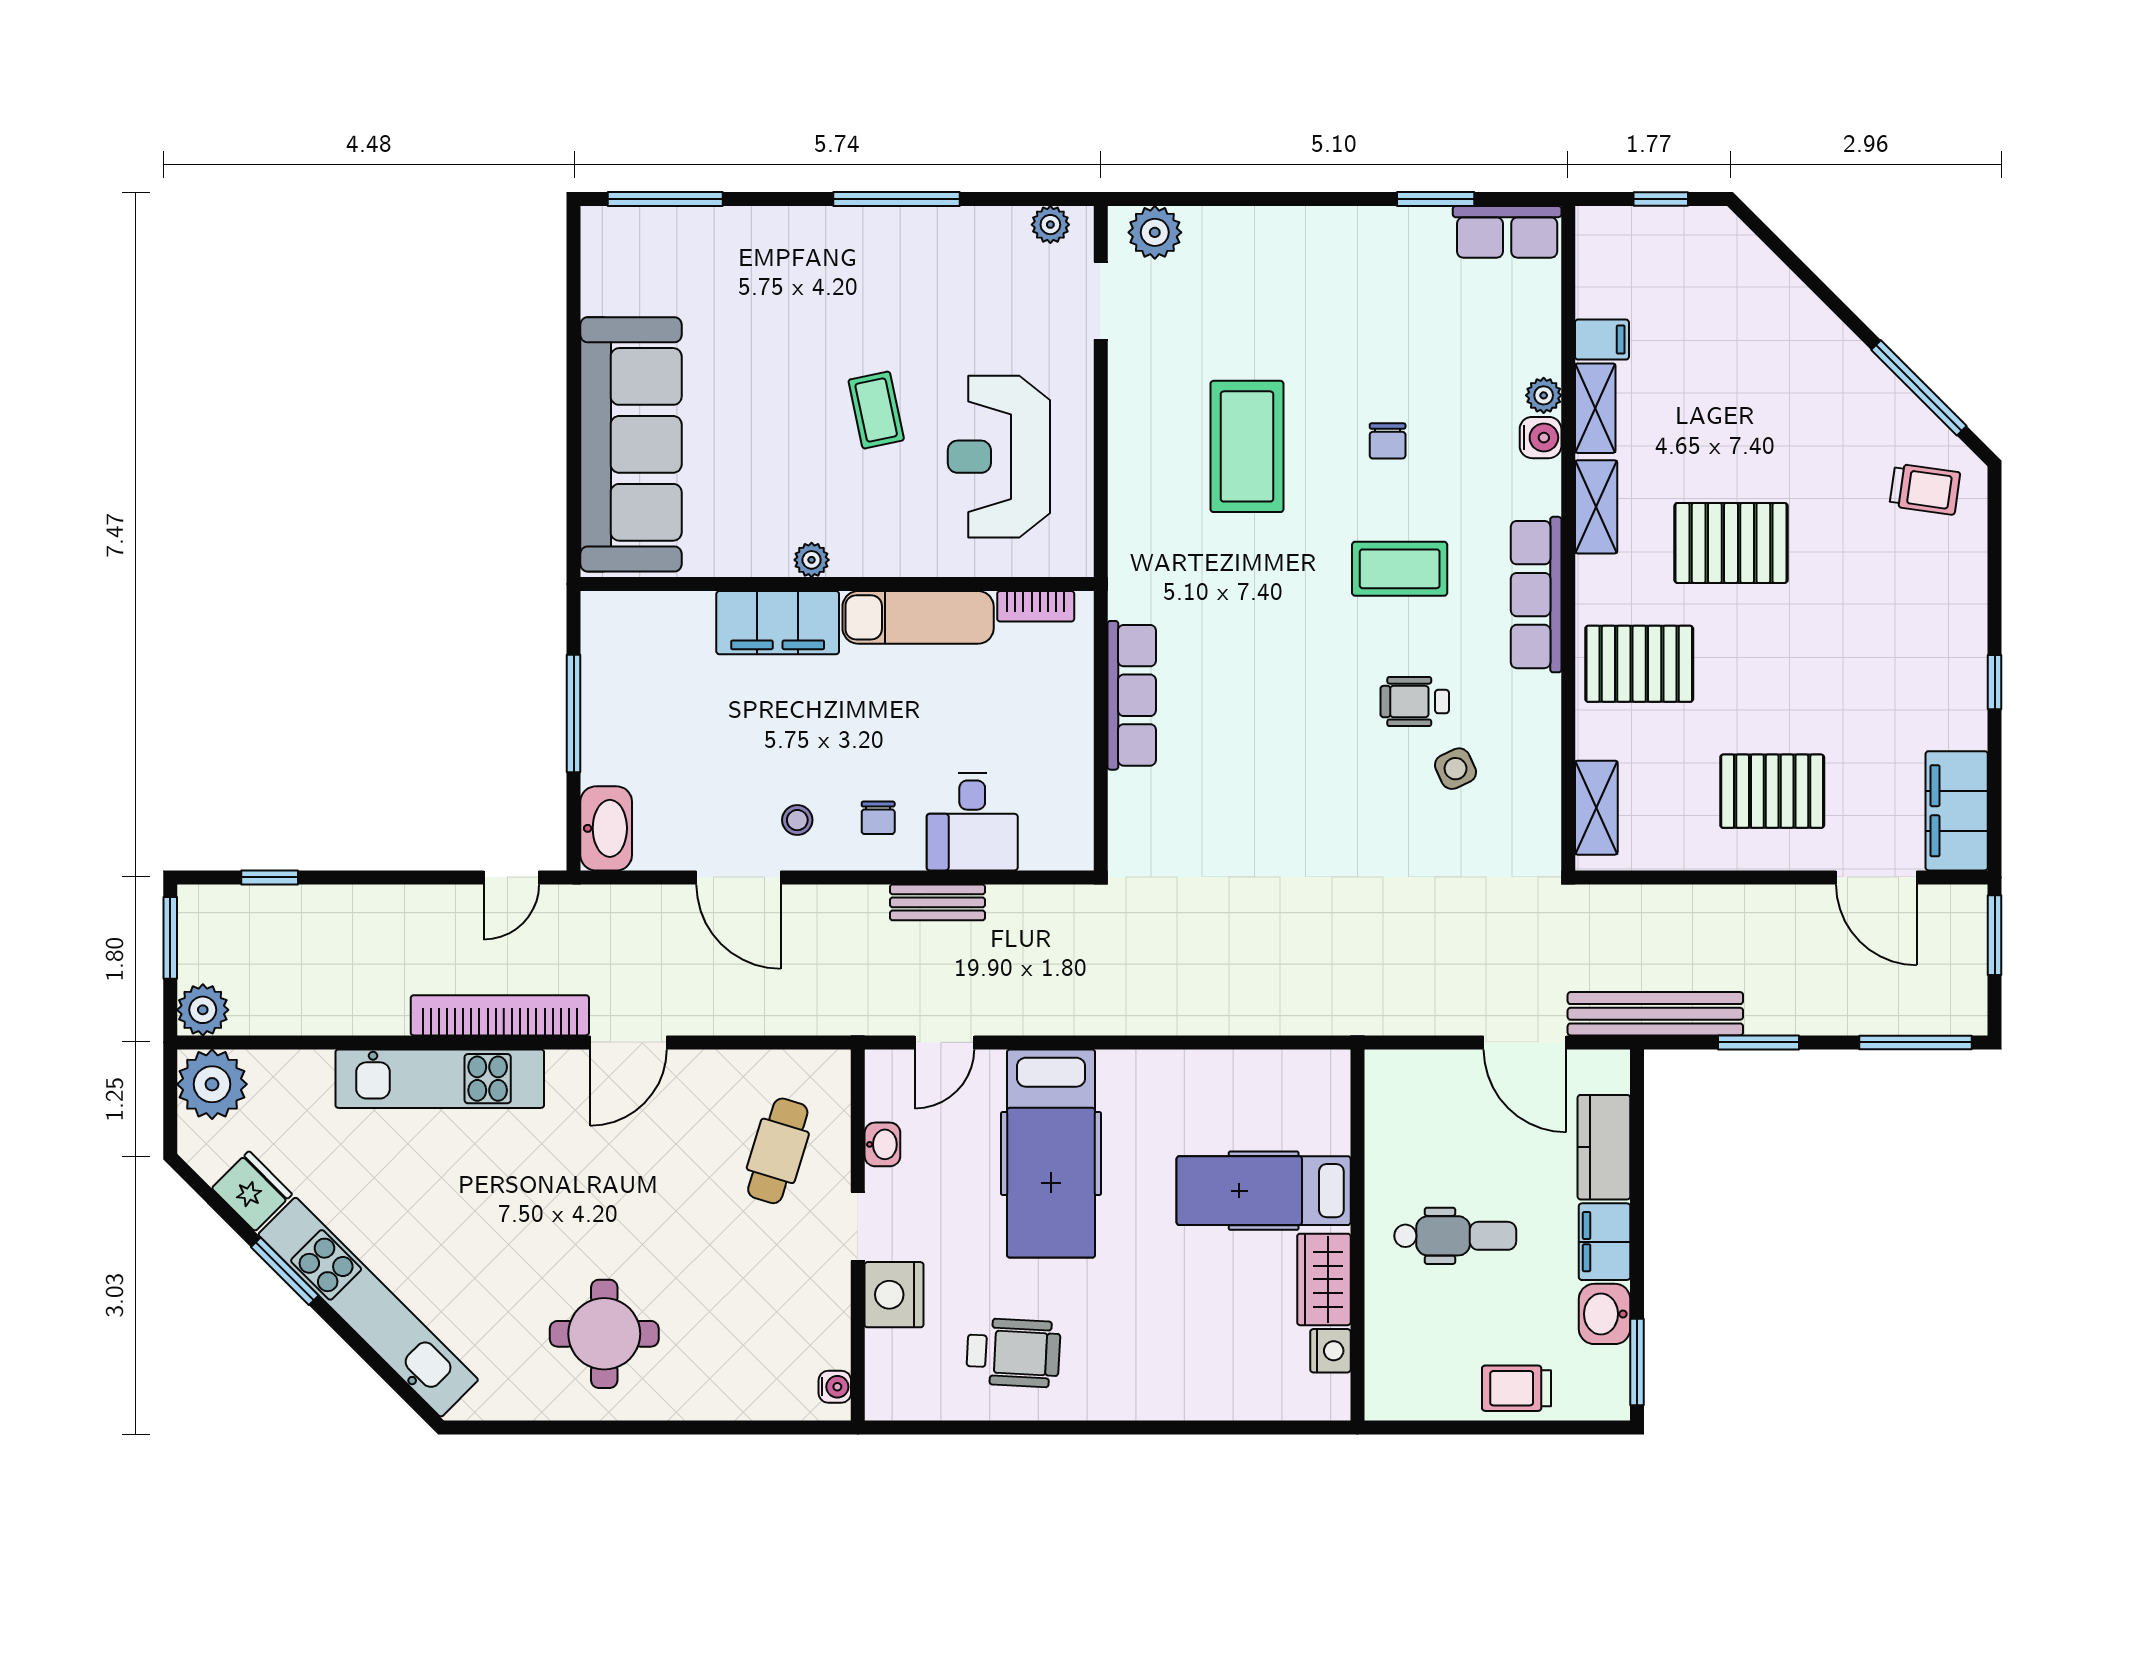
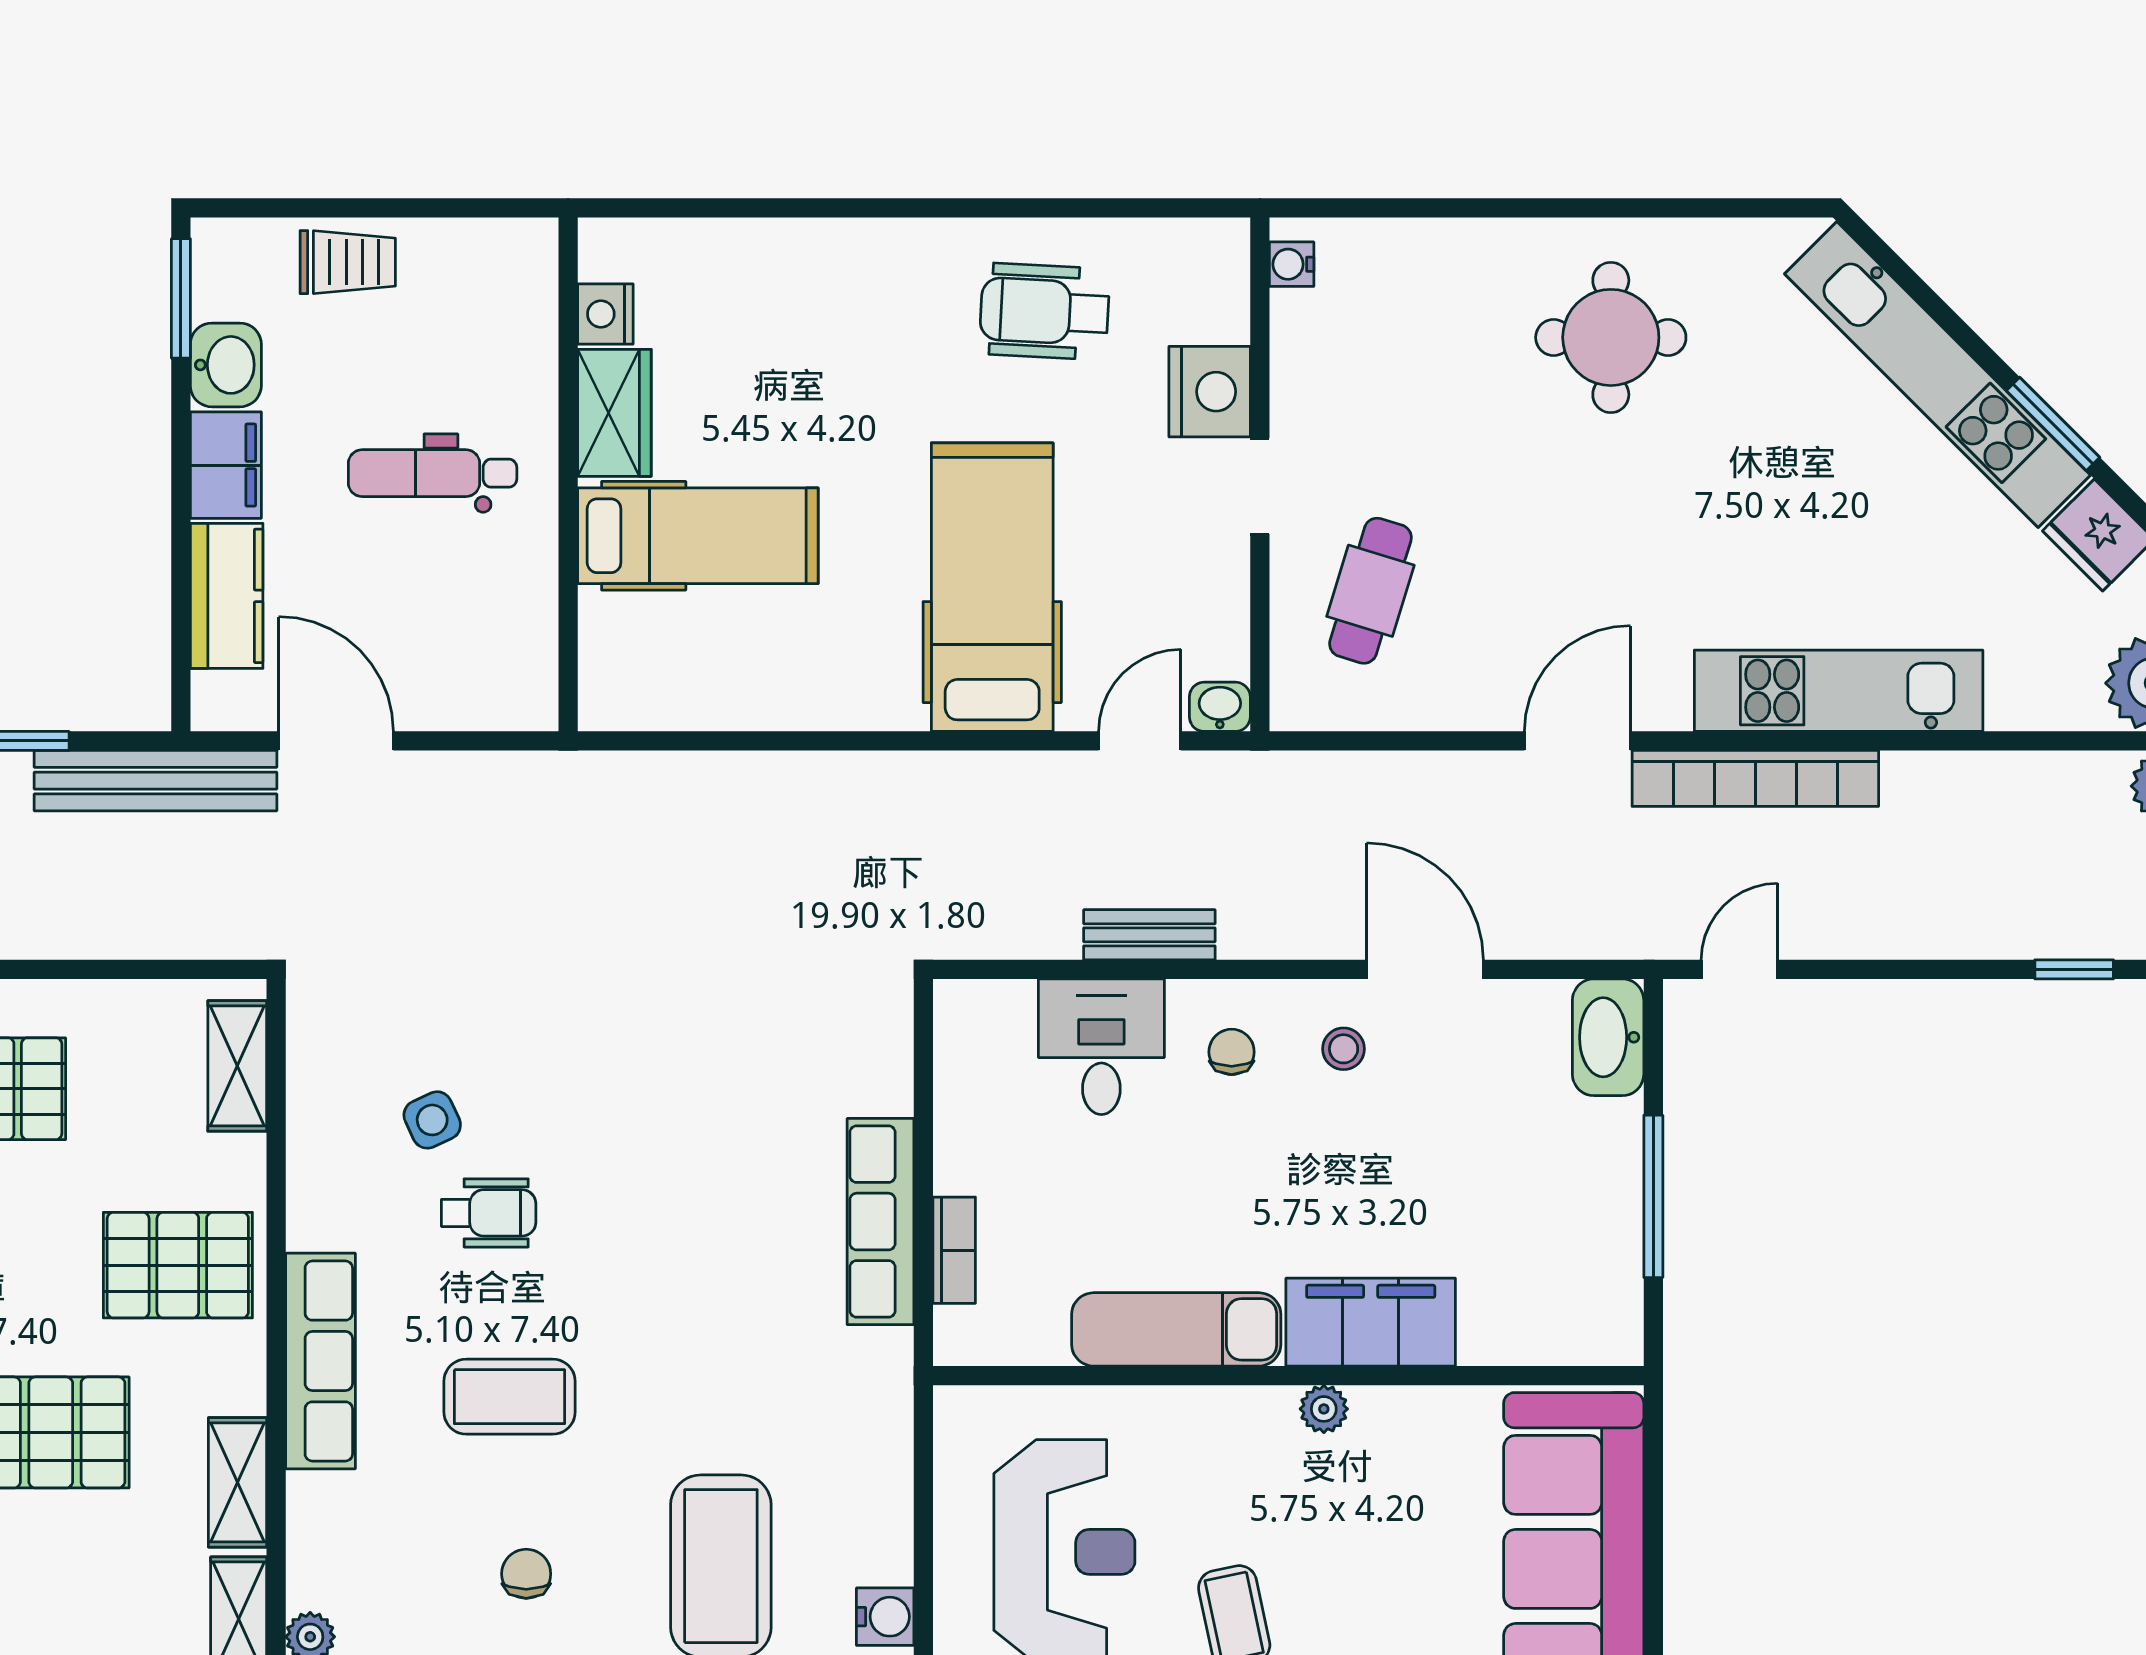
water cooler: (1541, 438) -> (885, 1617), moved, turned 180
bookcase: (1036, 606) -> (954, 1250), moved, turned 90
washbasin: (882, 1144) -> (1220, 707), moved, turned 90

